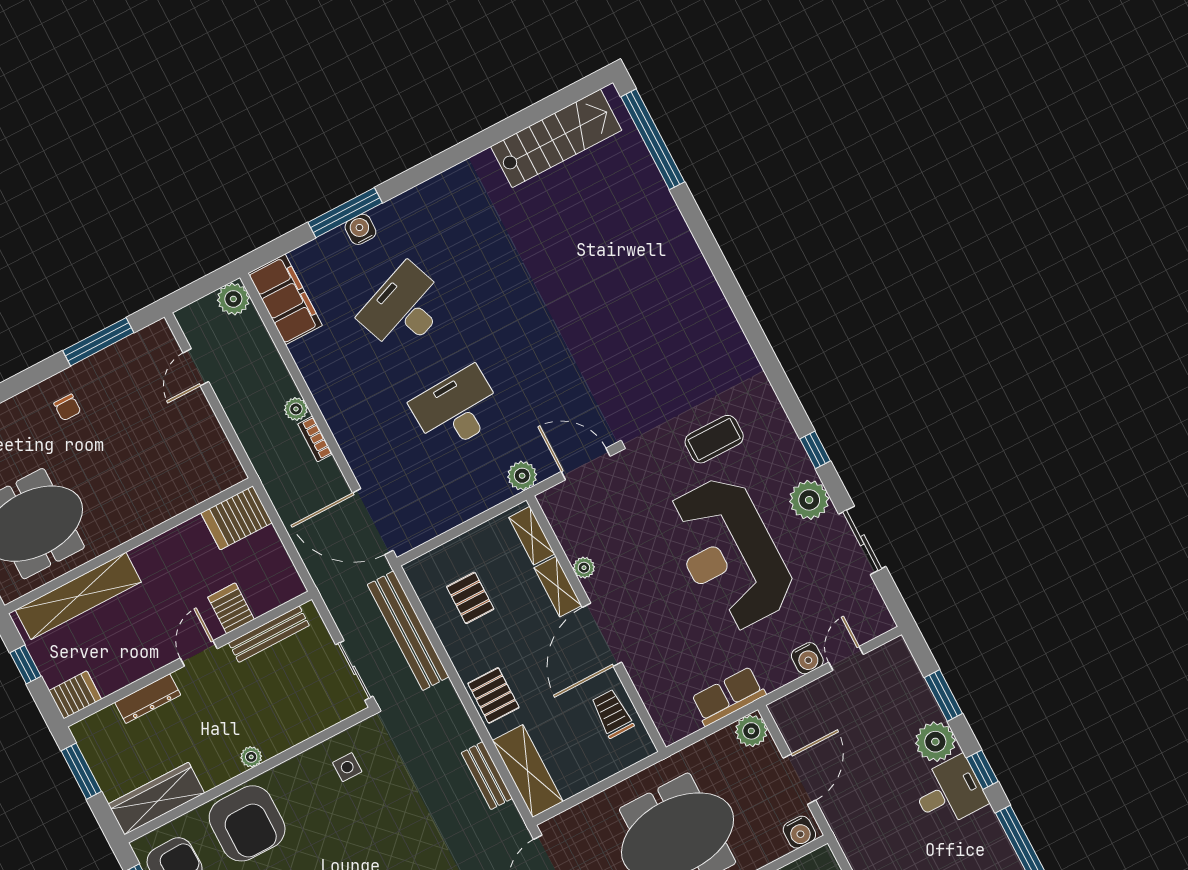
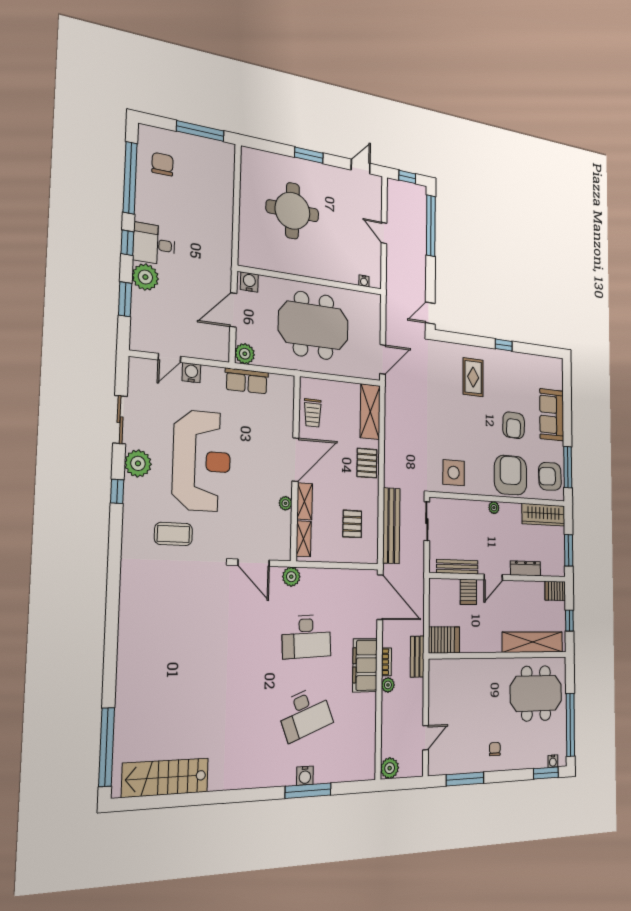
filing cabinet: (285, 299) -> (365, 665), moved
side table: (347, 767) -> (454, 473), width x1.87, depth x1.87
bench: (487, 776) -> (417, 657), moved

